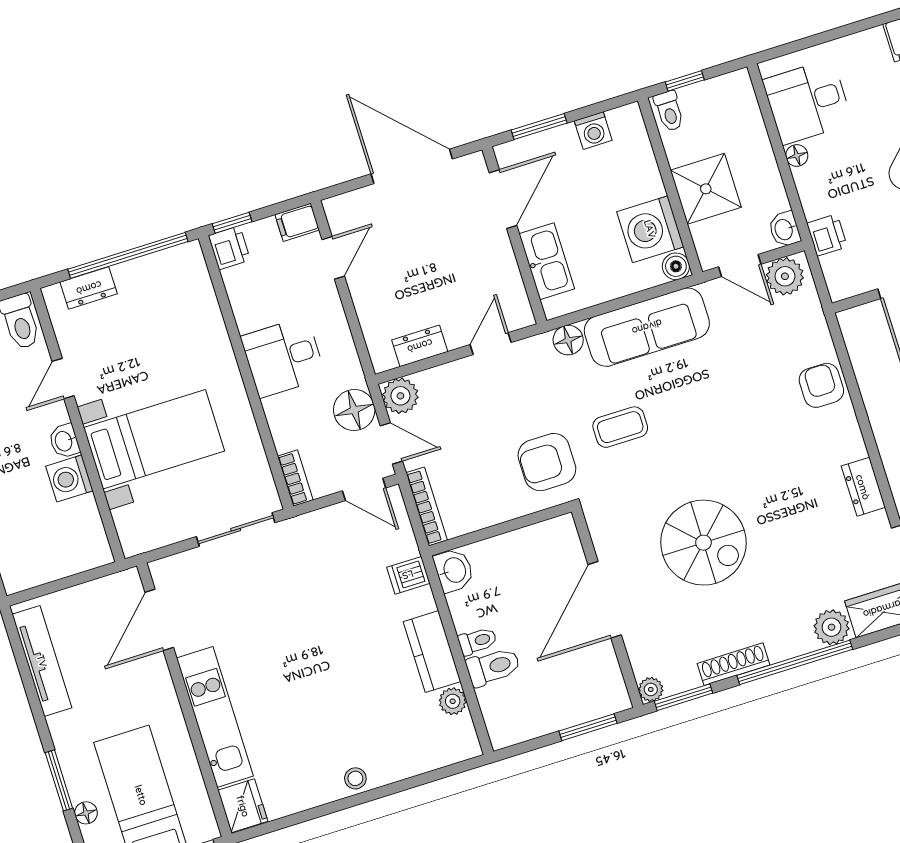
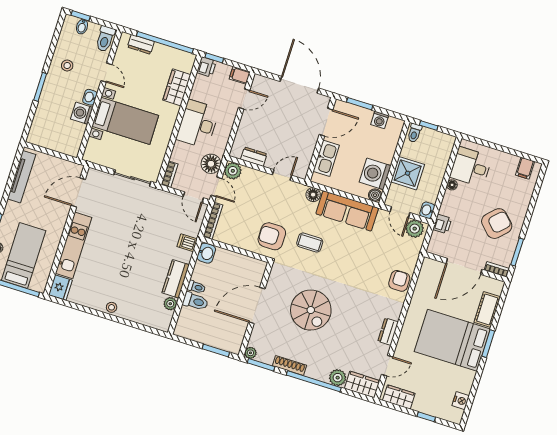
wardrobe: (203, 319) -> (177, 87), added
desk: (283, 357) -> (198, 124), width x1.37
door: (63, 379) -> (106, 73), swing flipped

